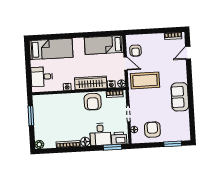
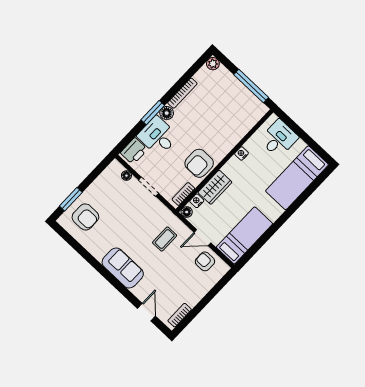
coffee table: (145, 80) -> (165, 239), width x0.54, depth x0.58
wardrobe: (91, 83) -> (215, 187), width x0.67
sofa: (180, 97) -> (123, 268), moved
armchair: (93, 102) -> (199, 163), turned -90
window: (31, 116) -> (251, 86), width x1.44
armchair: (152, 130) -> (85, 217), moved
window: (112, 147) -> (153, 113), moved

